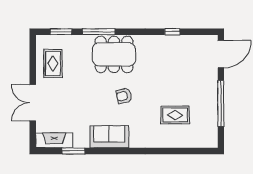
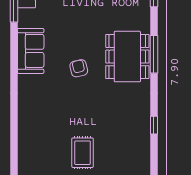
window: (99, 32) -> (154, 54), moved
rug: (175, 115) -> (82, 153), moved

